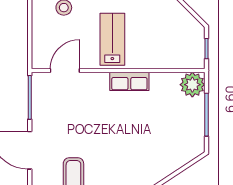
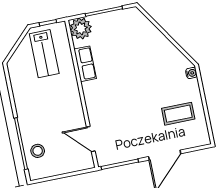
lab bench: (112, 39) -> (44, 54), moved, turned -90
row of seats: (129, 81) -> (85, 64), moved

